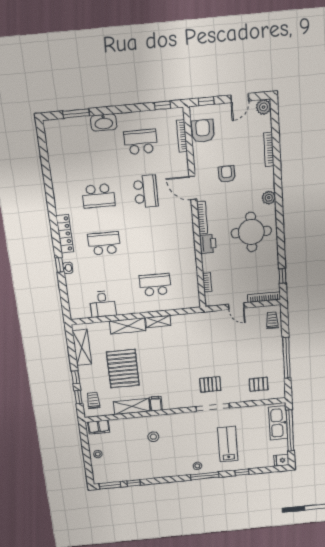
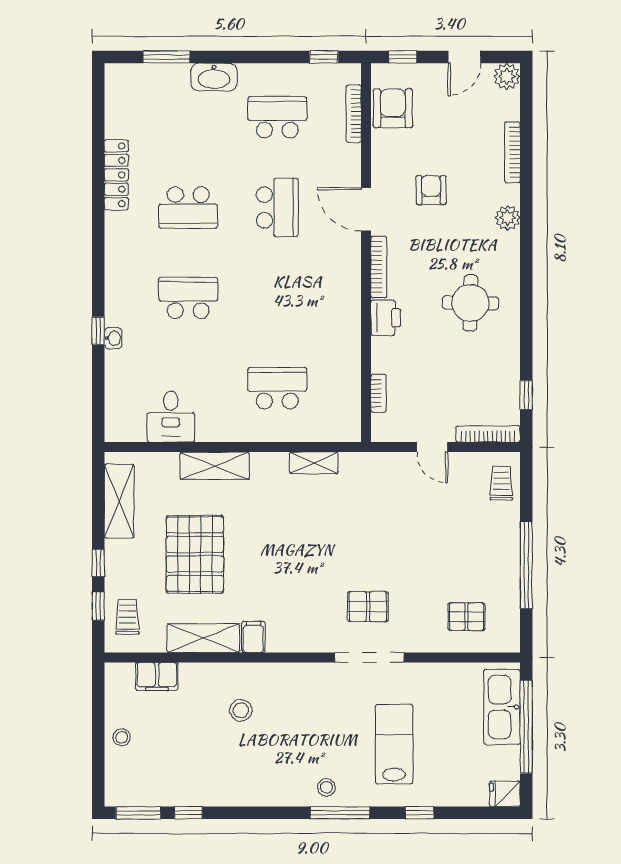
plant: (269, 198) -> (508, 218), moved
round table: (251, 232) -> (470, 303), width x0.73, depth x0.73
locker: (65, 234) -> (116, 175), moved
shelving: (158, 322) -> (314, 463), moved
filing cabinet: (99, 427) -> (157, 677), moved

